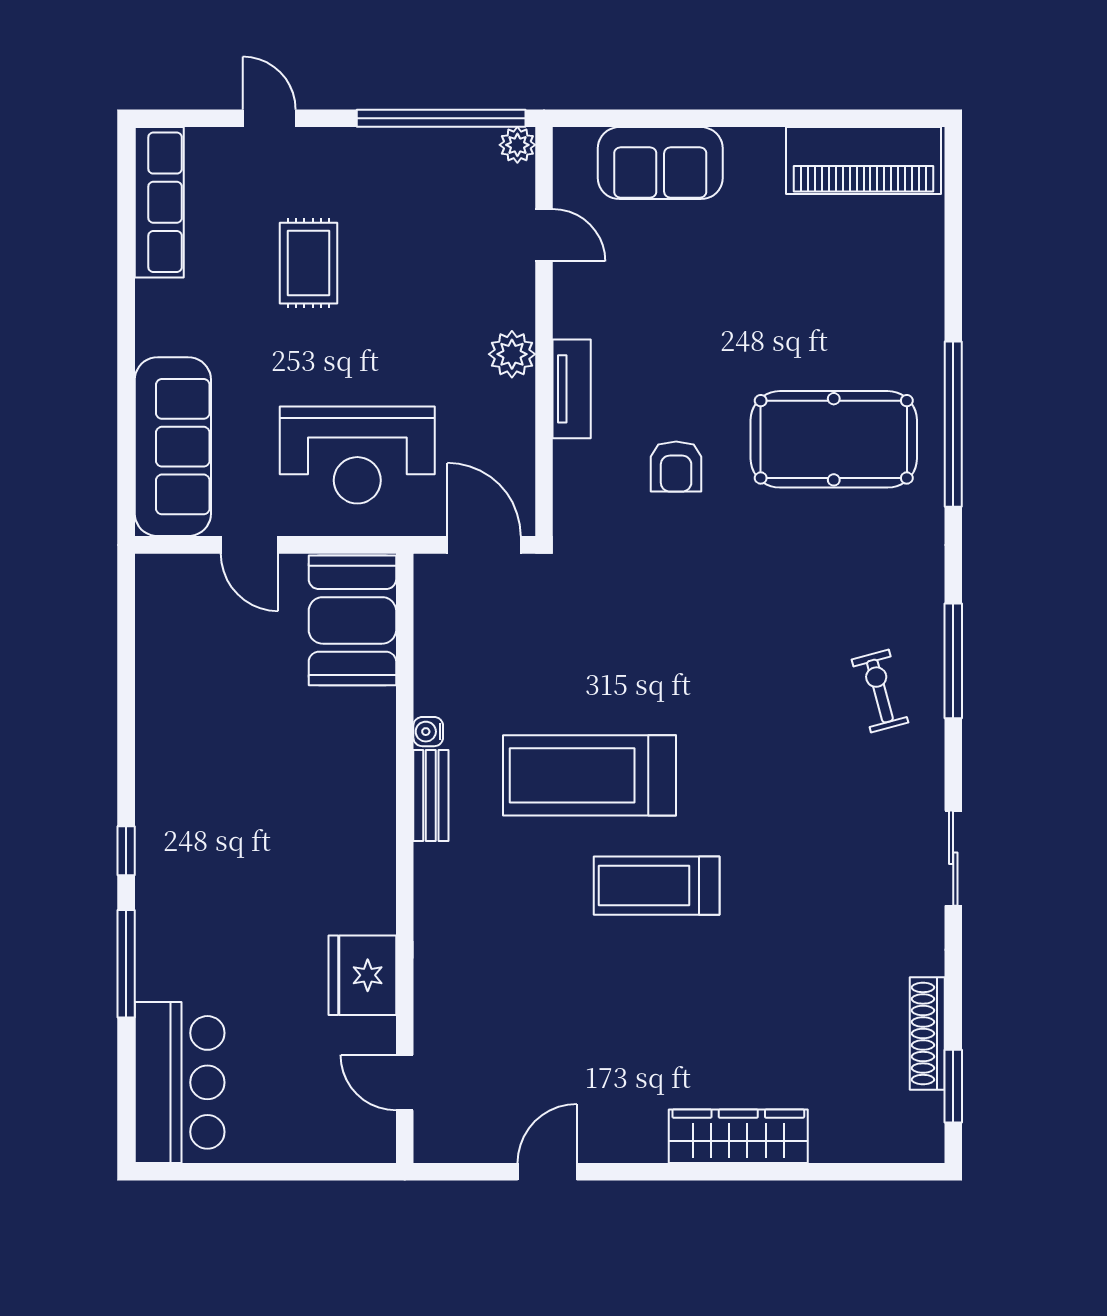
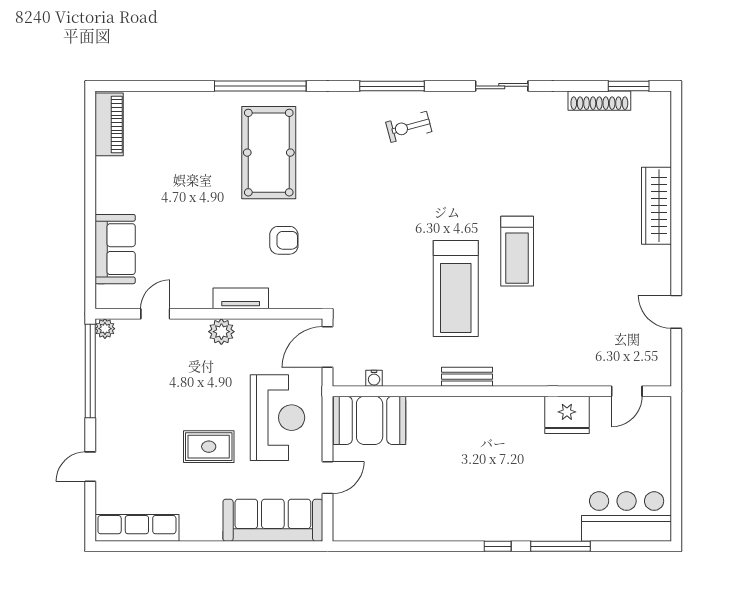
piano: (864, 161) -> (109, 124), width x0.73, depth x0.75
rug: (309, 263) -> (209, 447), moved
water cooler: (428, 732) -> (374, 378), moved

